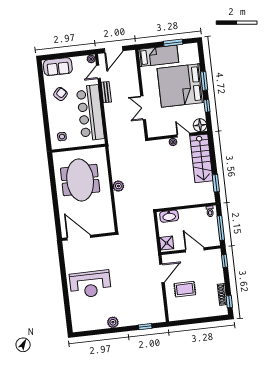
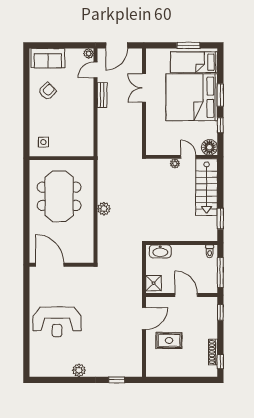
bed: (158, 56) -> (194, 62), moved, turned 180
double door: (143, 108) -> (144, 88), moved
bar counter: (90, 113) -> (80, 118), removed

